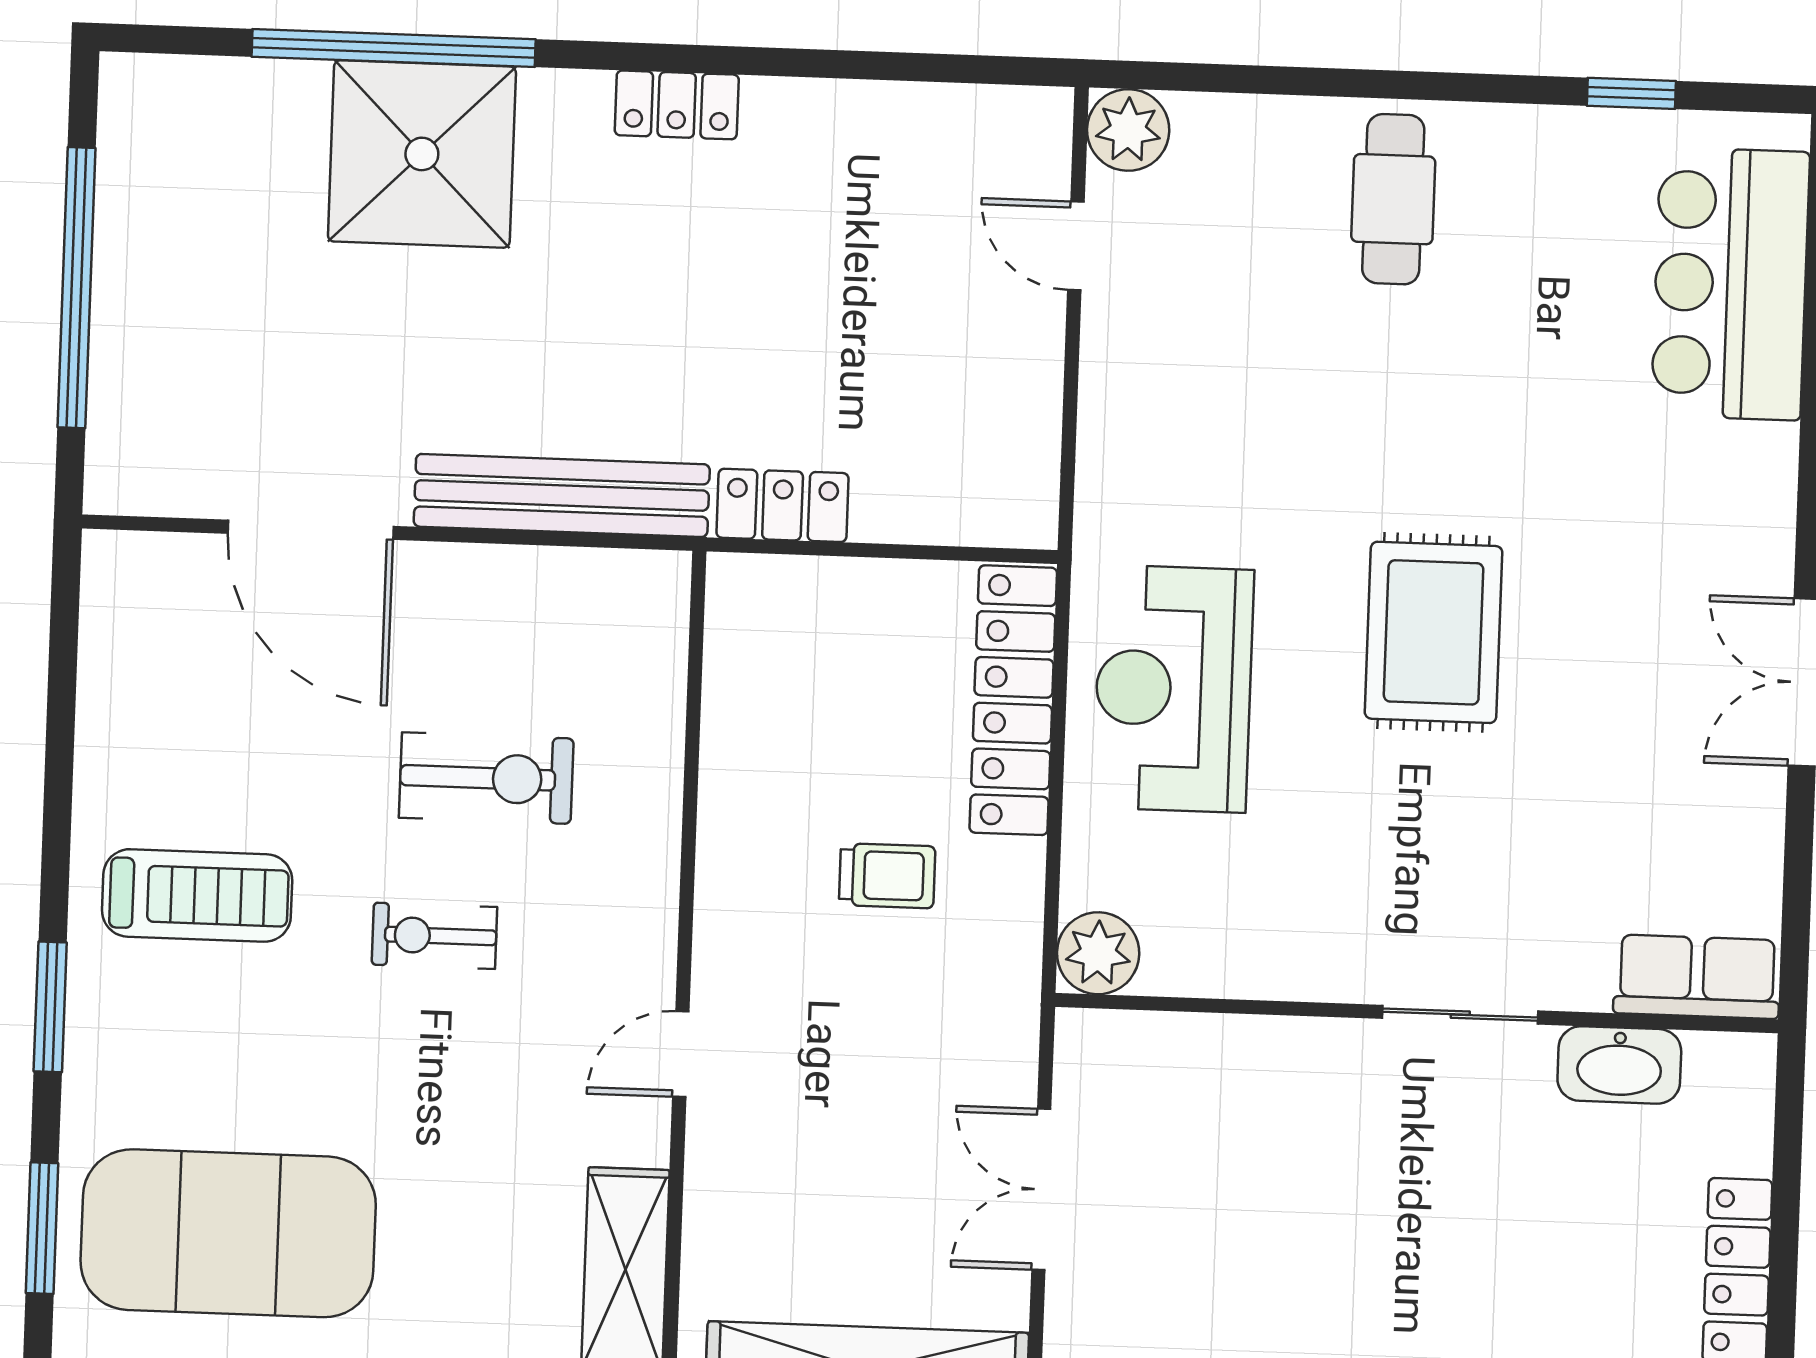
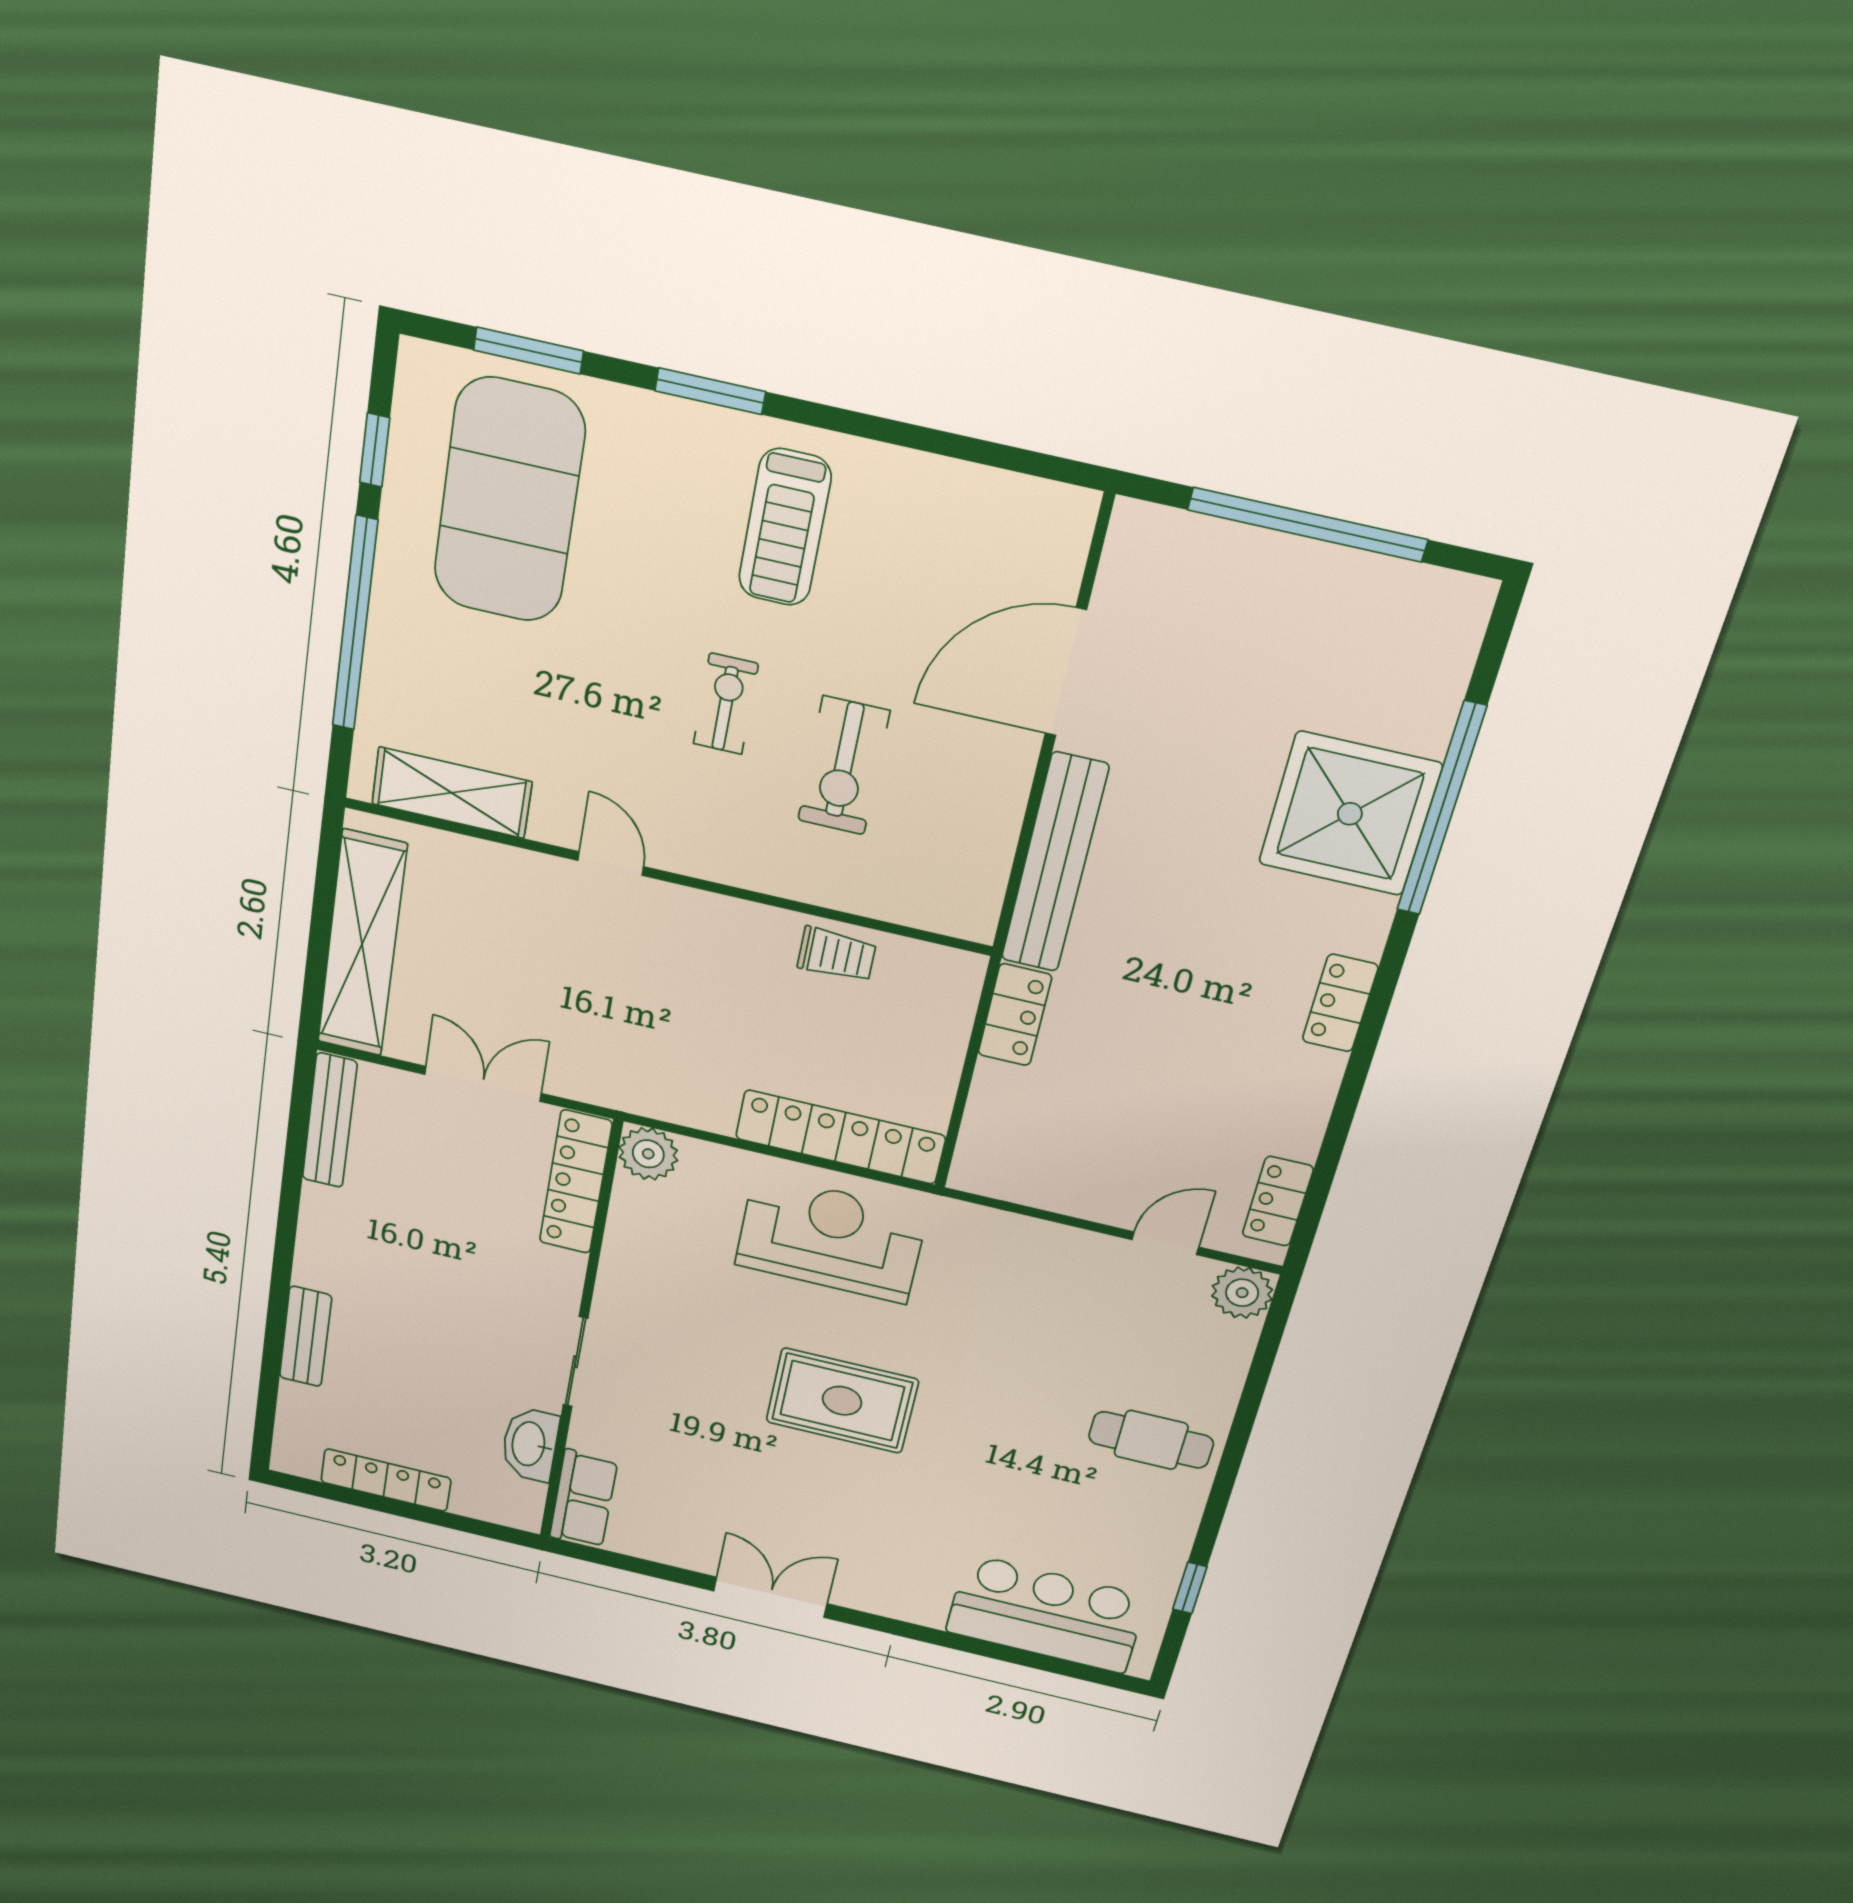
locker: (978, 116) -> (1278, 1201), added
trolley: (887, 876) -> (837, 955), moved, turned -90
locker: (1165, 1047) -> (576, 1182), added

